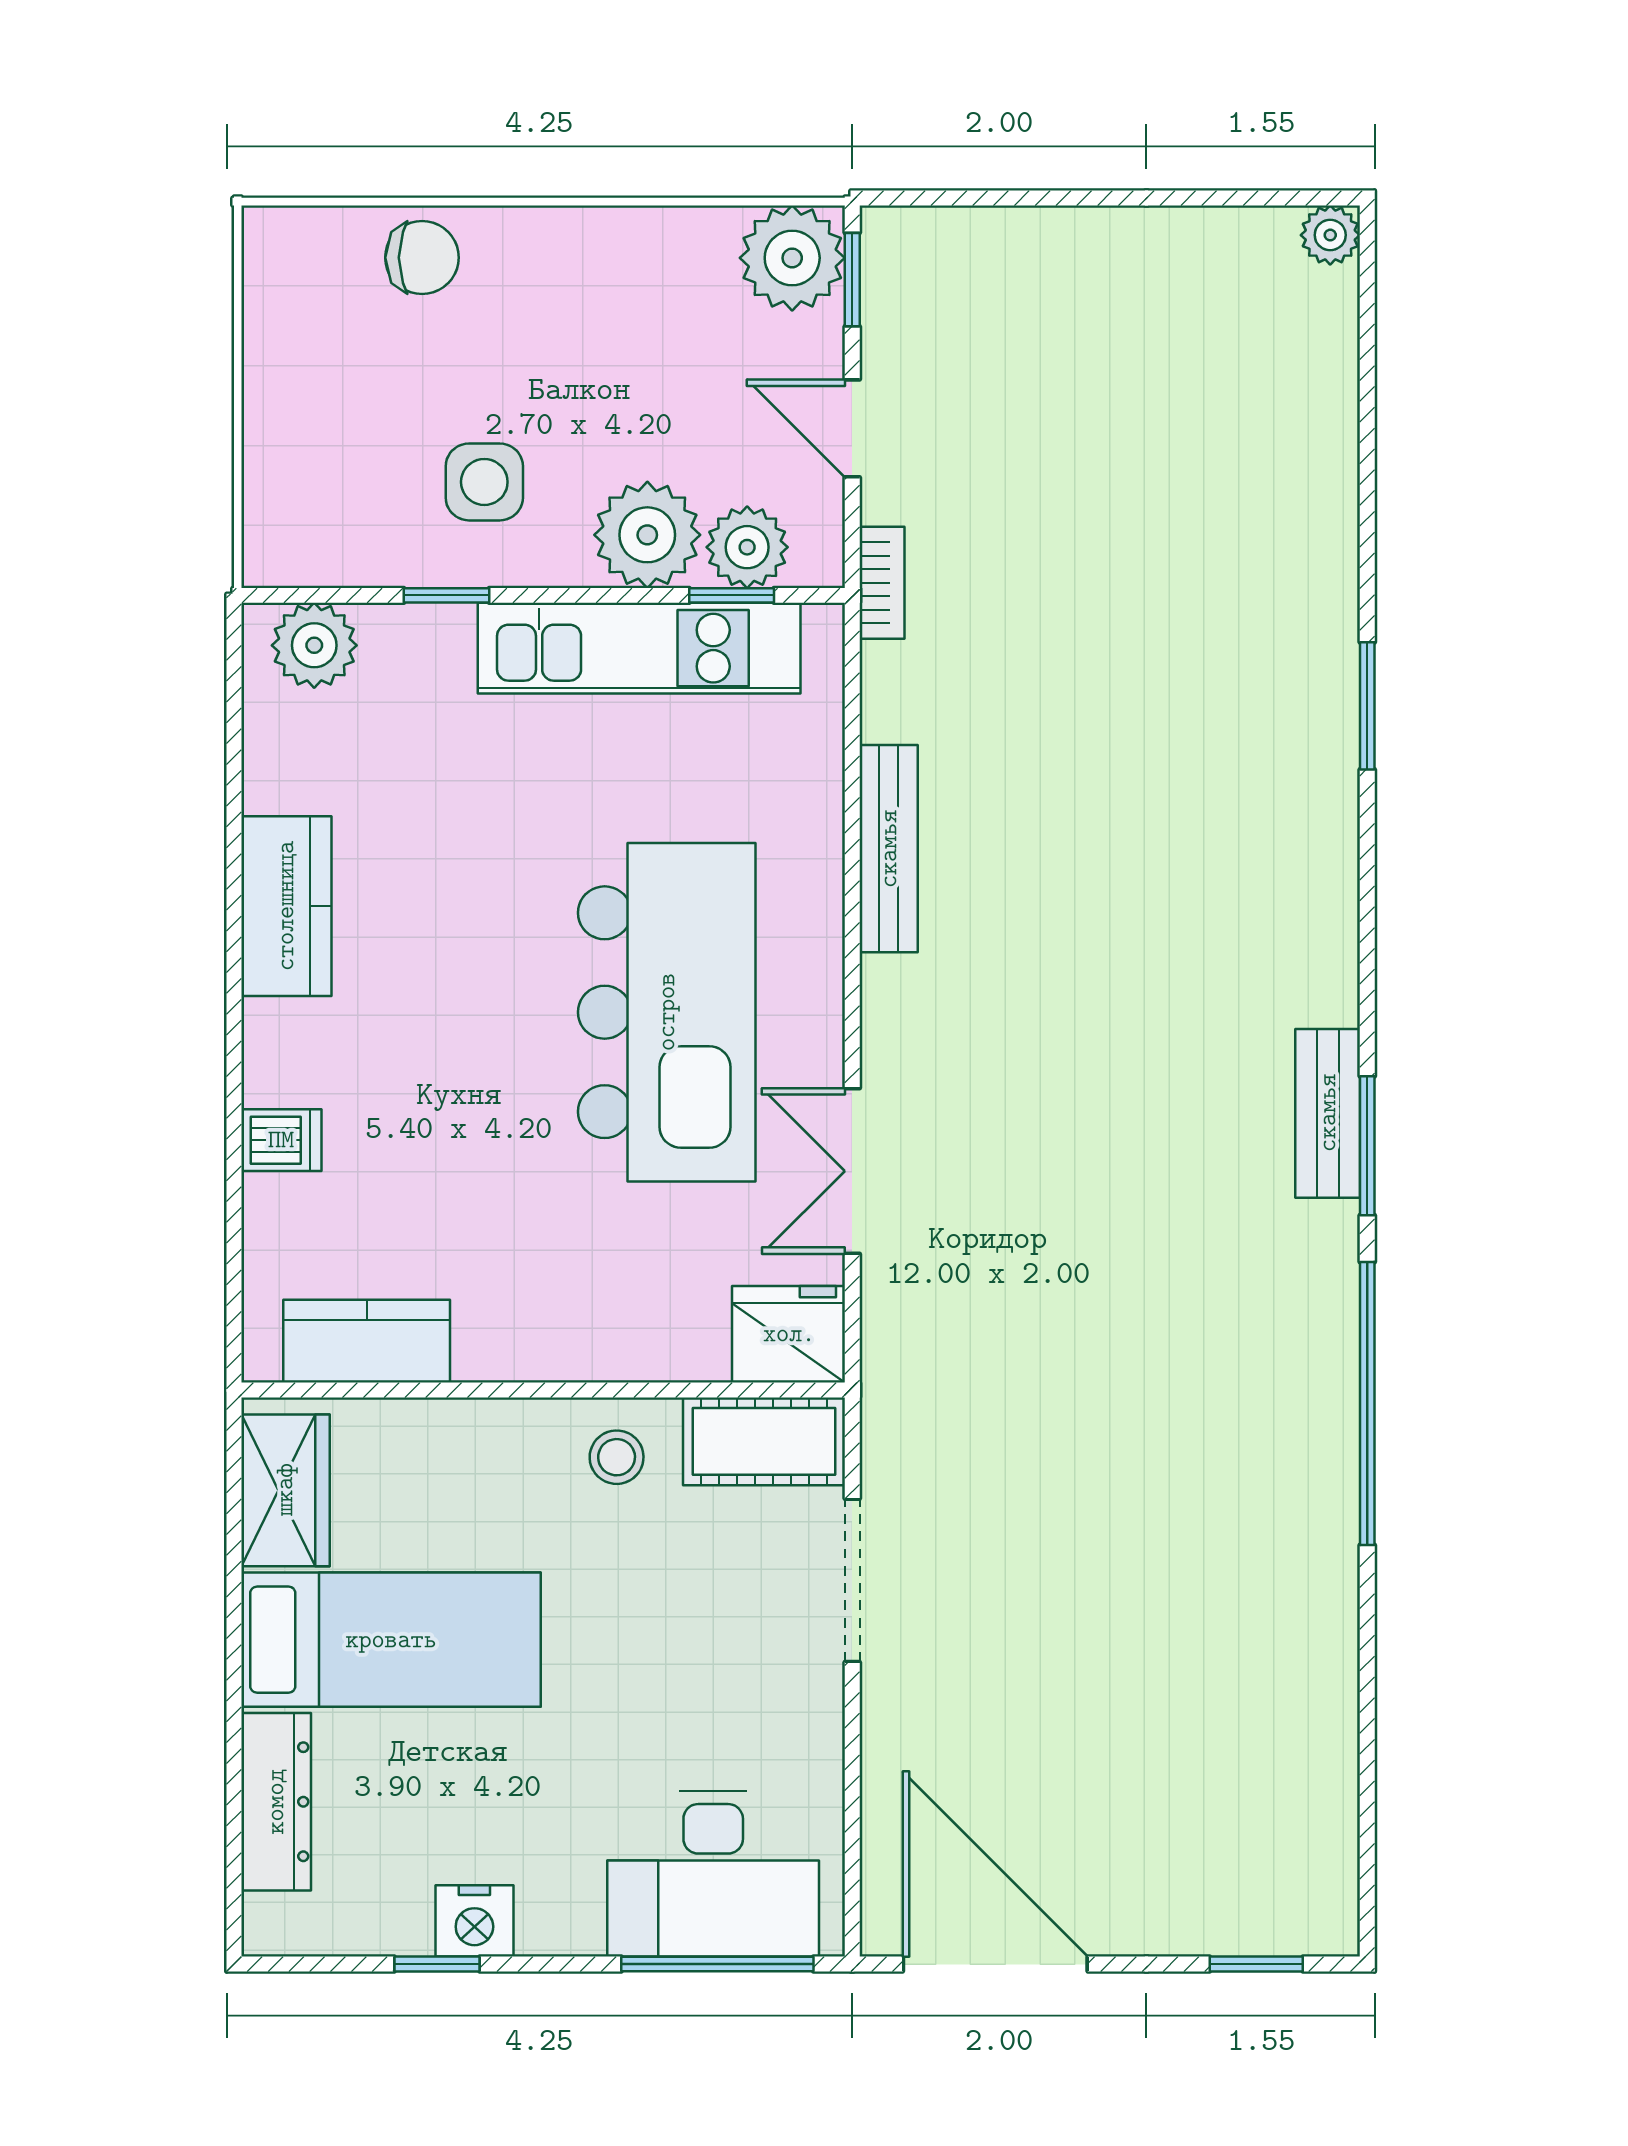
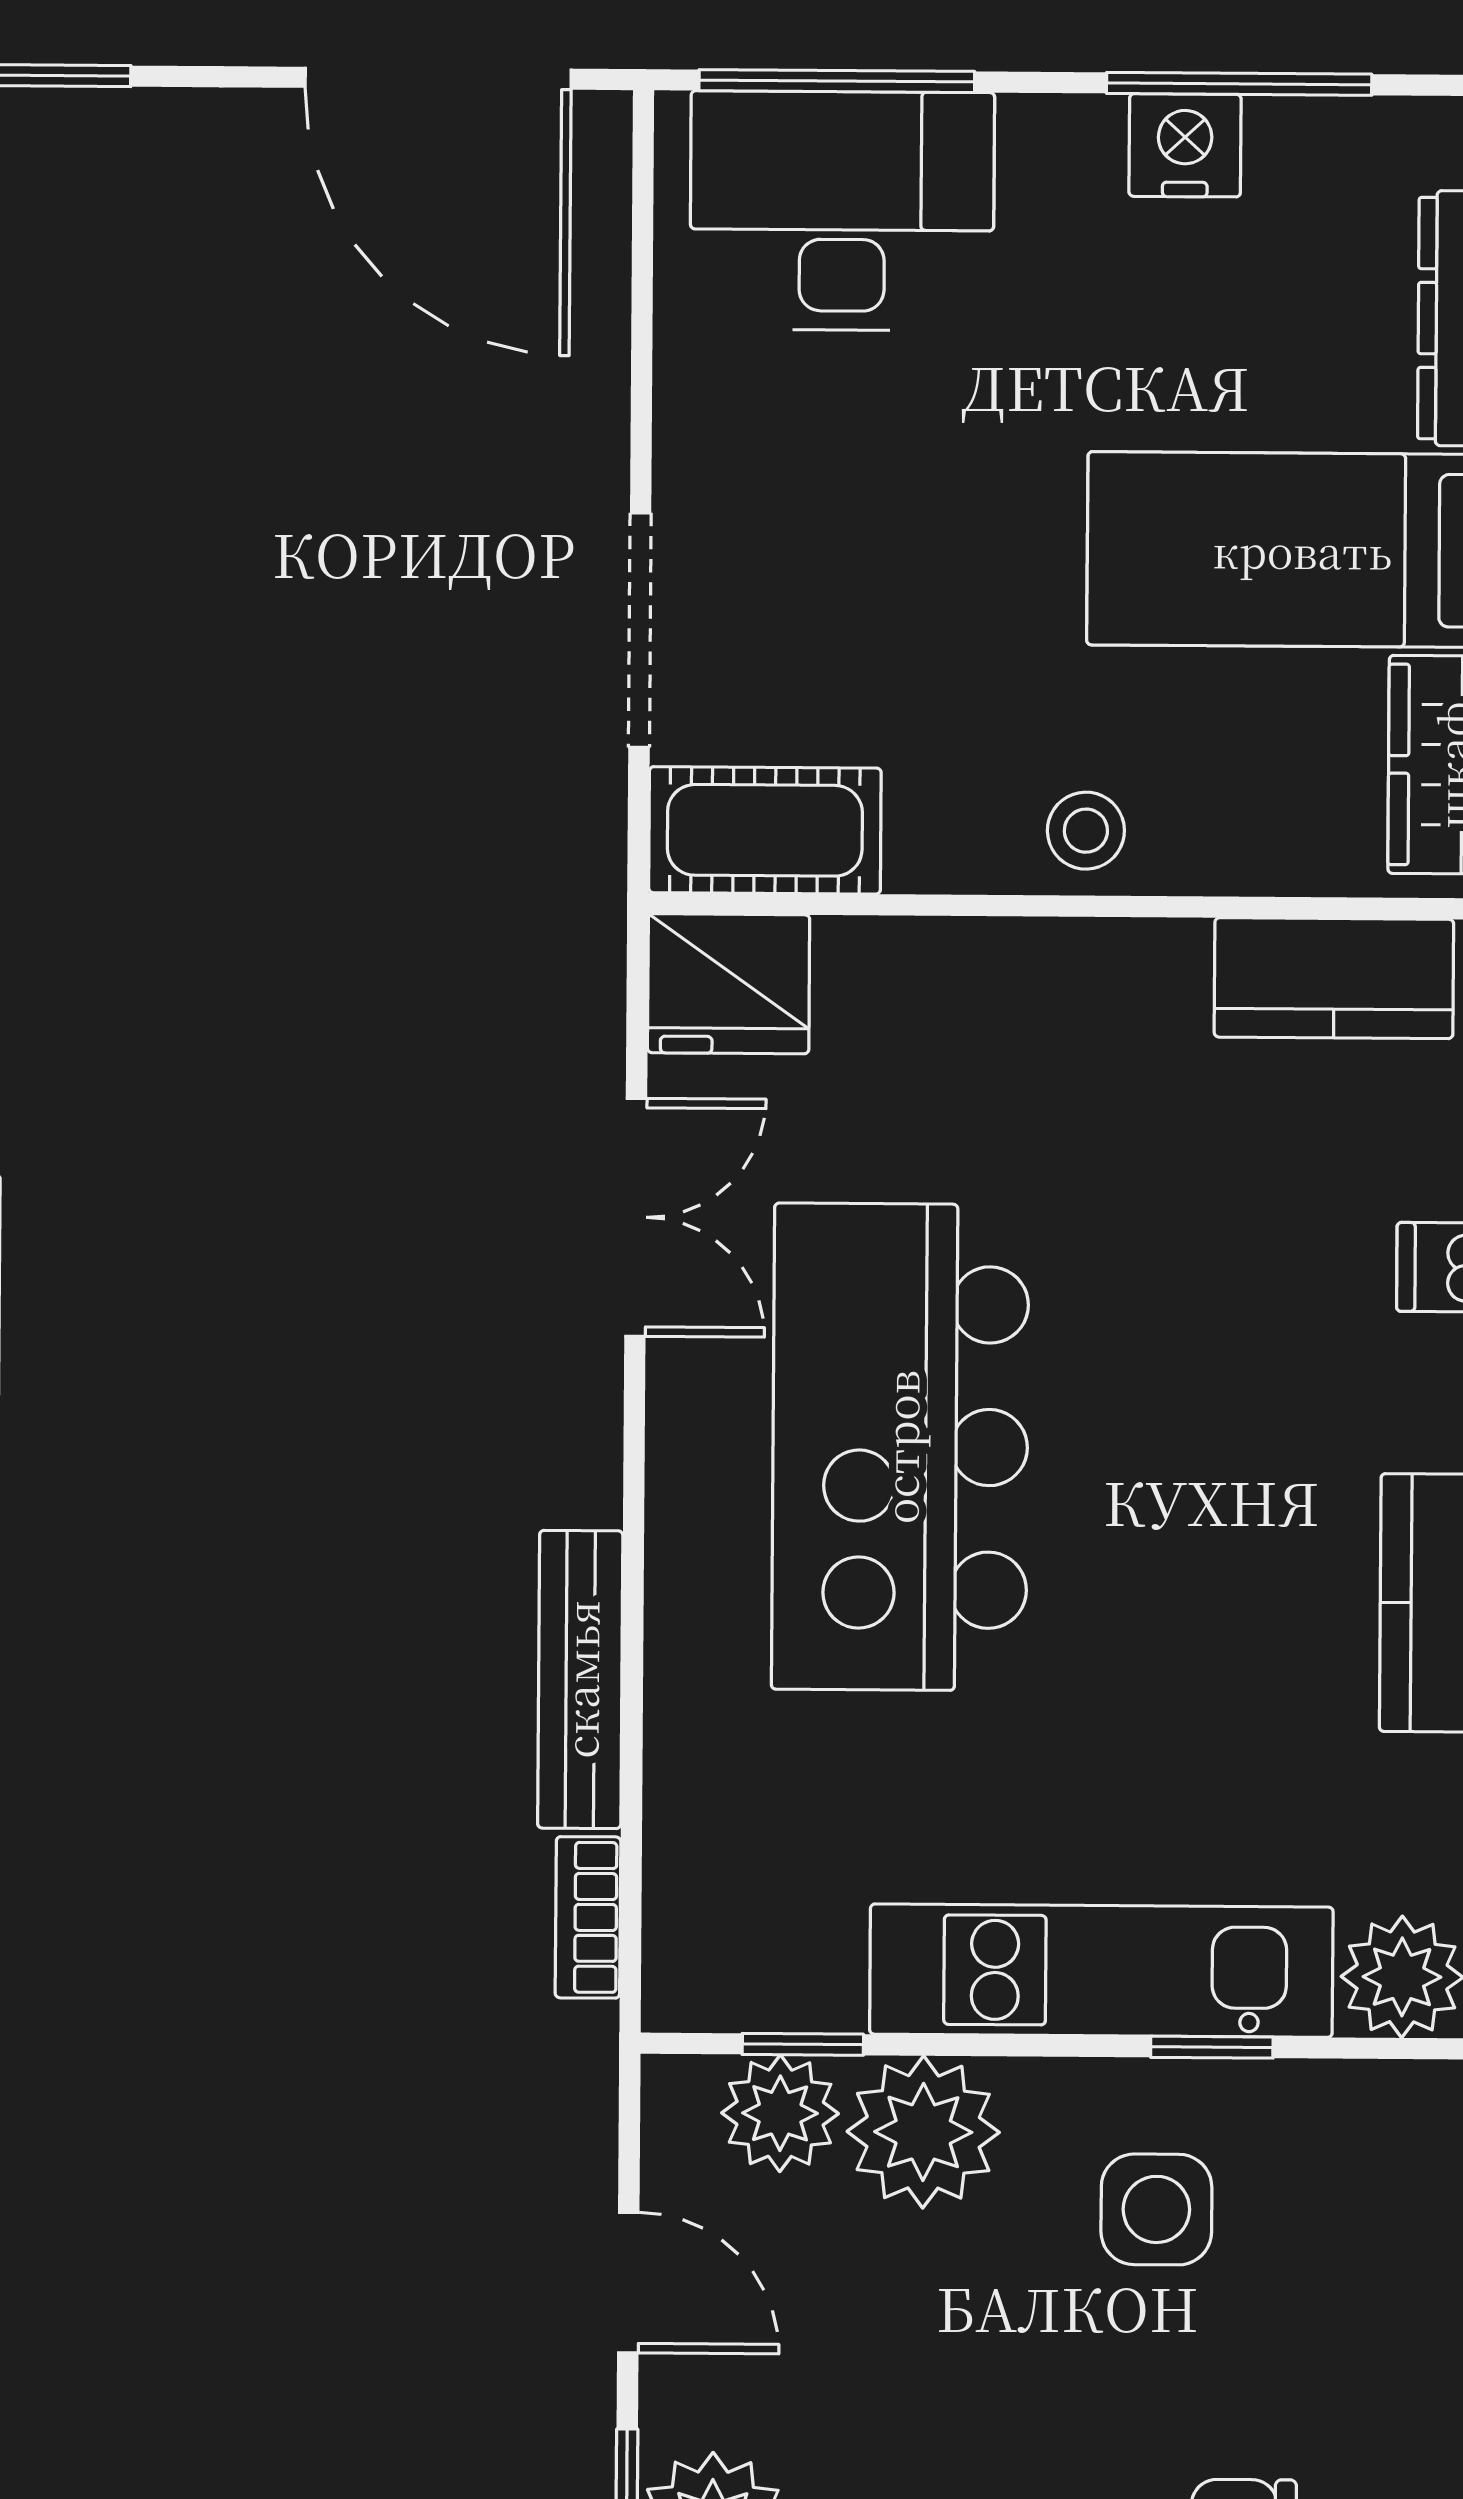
bookcase: (882, 583) -> (588, 1917), moved
kitchen unit: (639, 648) -> (1101, 1971), moved
stool: (617, 1457) -> (1086, 831), moved
window: (437, 1964) -> (1239, 84), width x2.17

